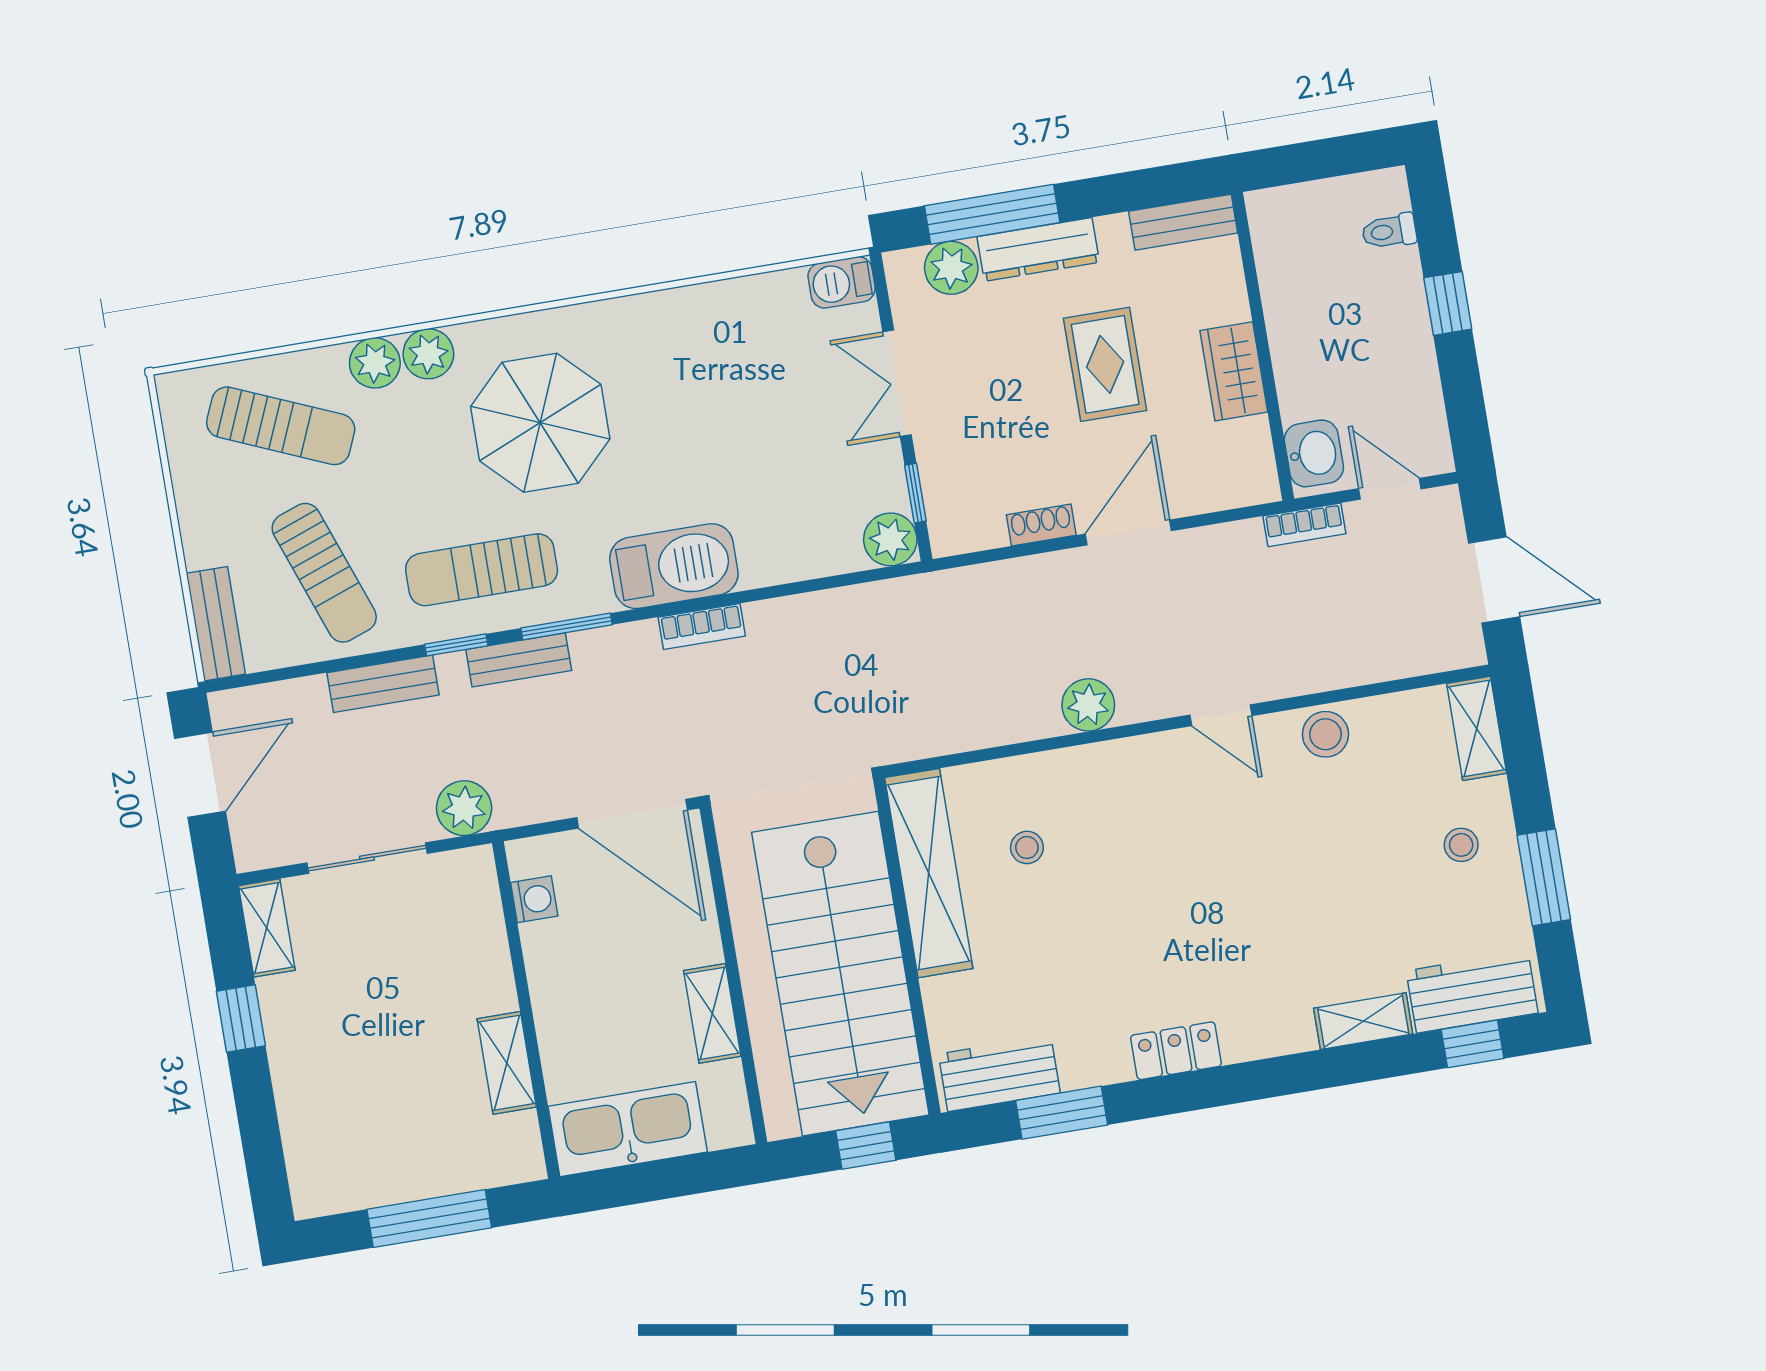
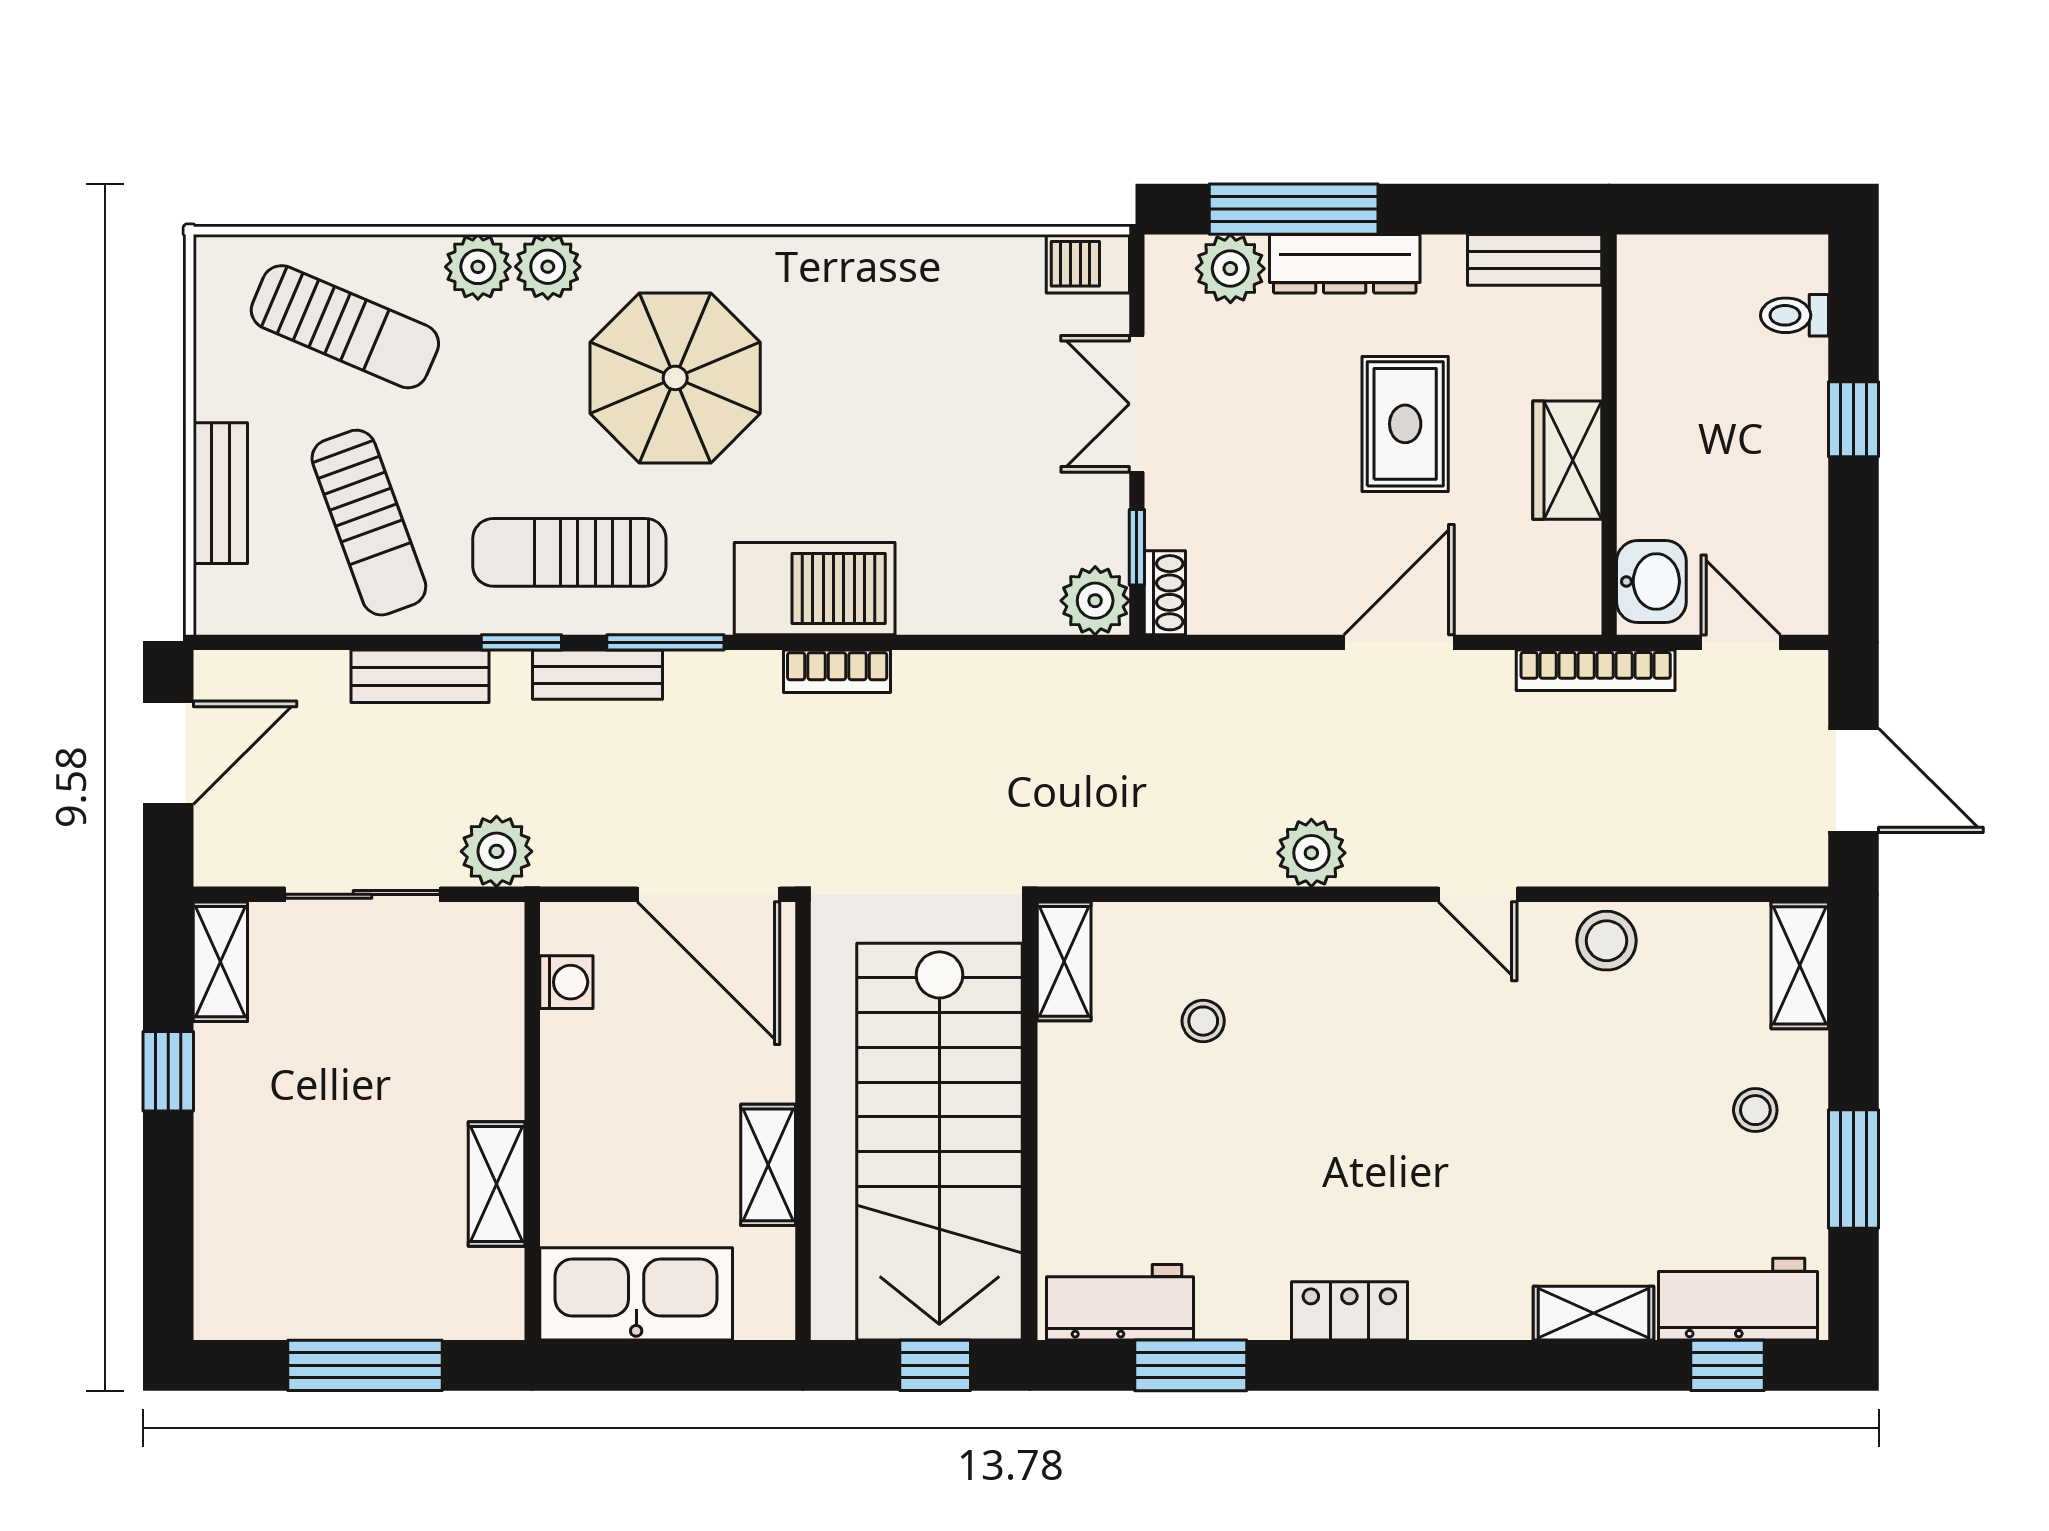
shoe rack: (1041, 525) -> (1165, 593), moved, turned 90
bookcase: (1304, 525) -> (1596, 670), width x1.56
bench: (216, 624) -> (220, 493), moved
shelving: (929, 873) -> (1064, 961), width x0.45, depth x0.75

